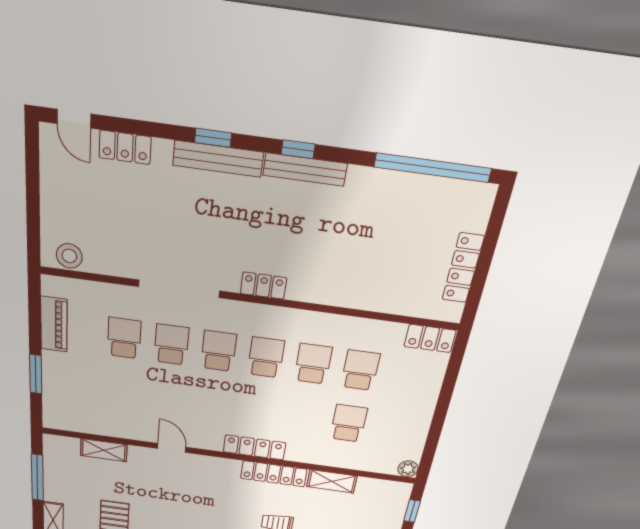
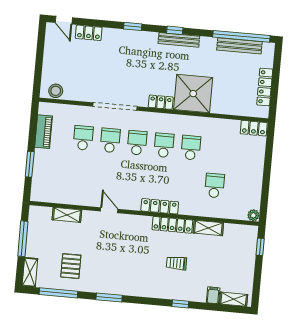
bench: (218, 159) -> (239, 46), moved
shower: (325, 273) -> (193, 94), added
school desk: (360, 370) -> (218, 150), removed

